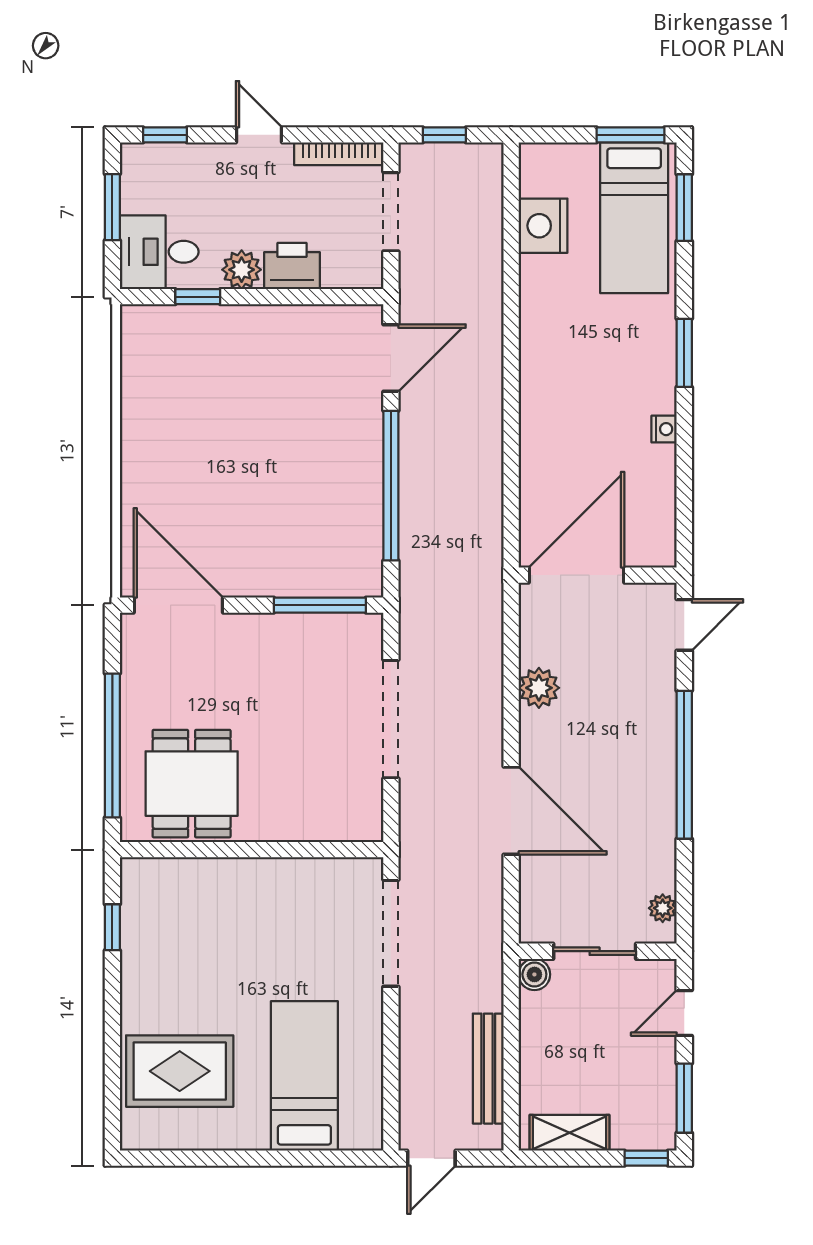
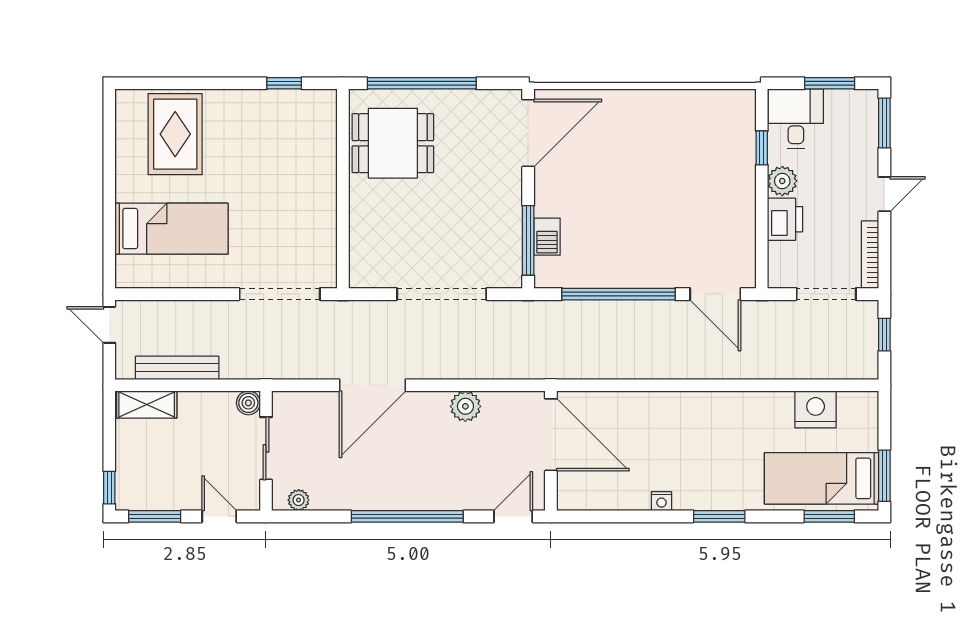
window: (165, 135) -> (884, 123), width x1.50
barbecue: (315, 580) -> (547, 237), added
door: (684, 625) -> (513, 516), swing flipped
shelving: (570, 1133) -> (147, 405), moved, turned 90

